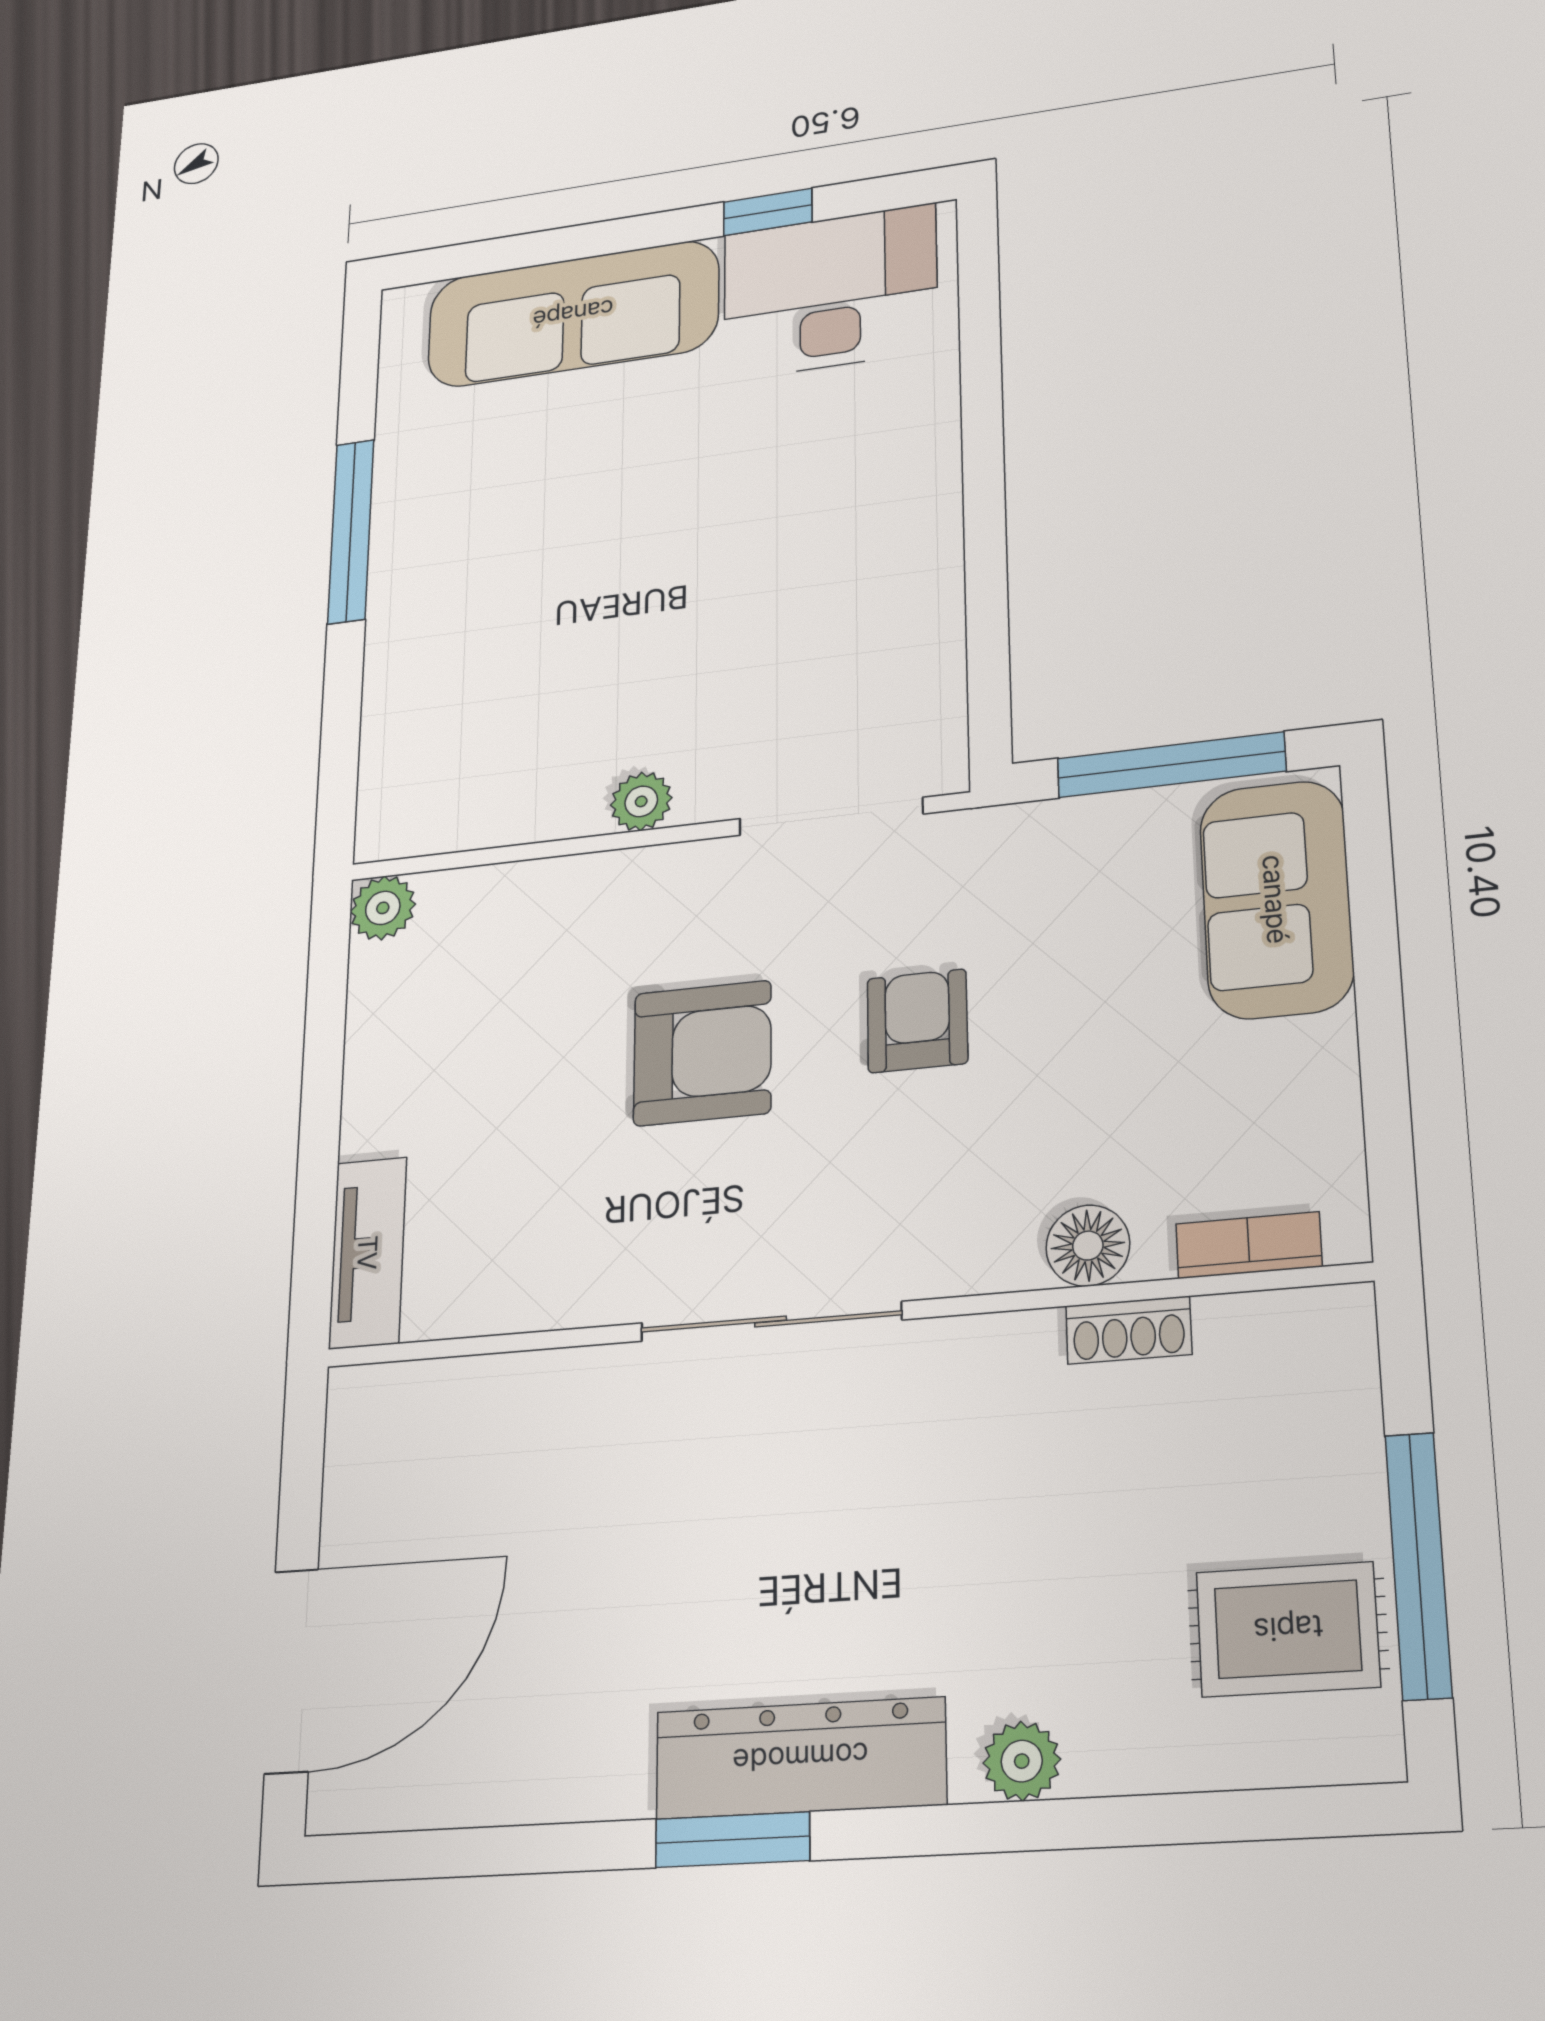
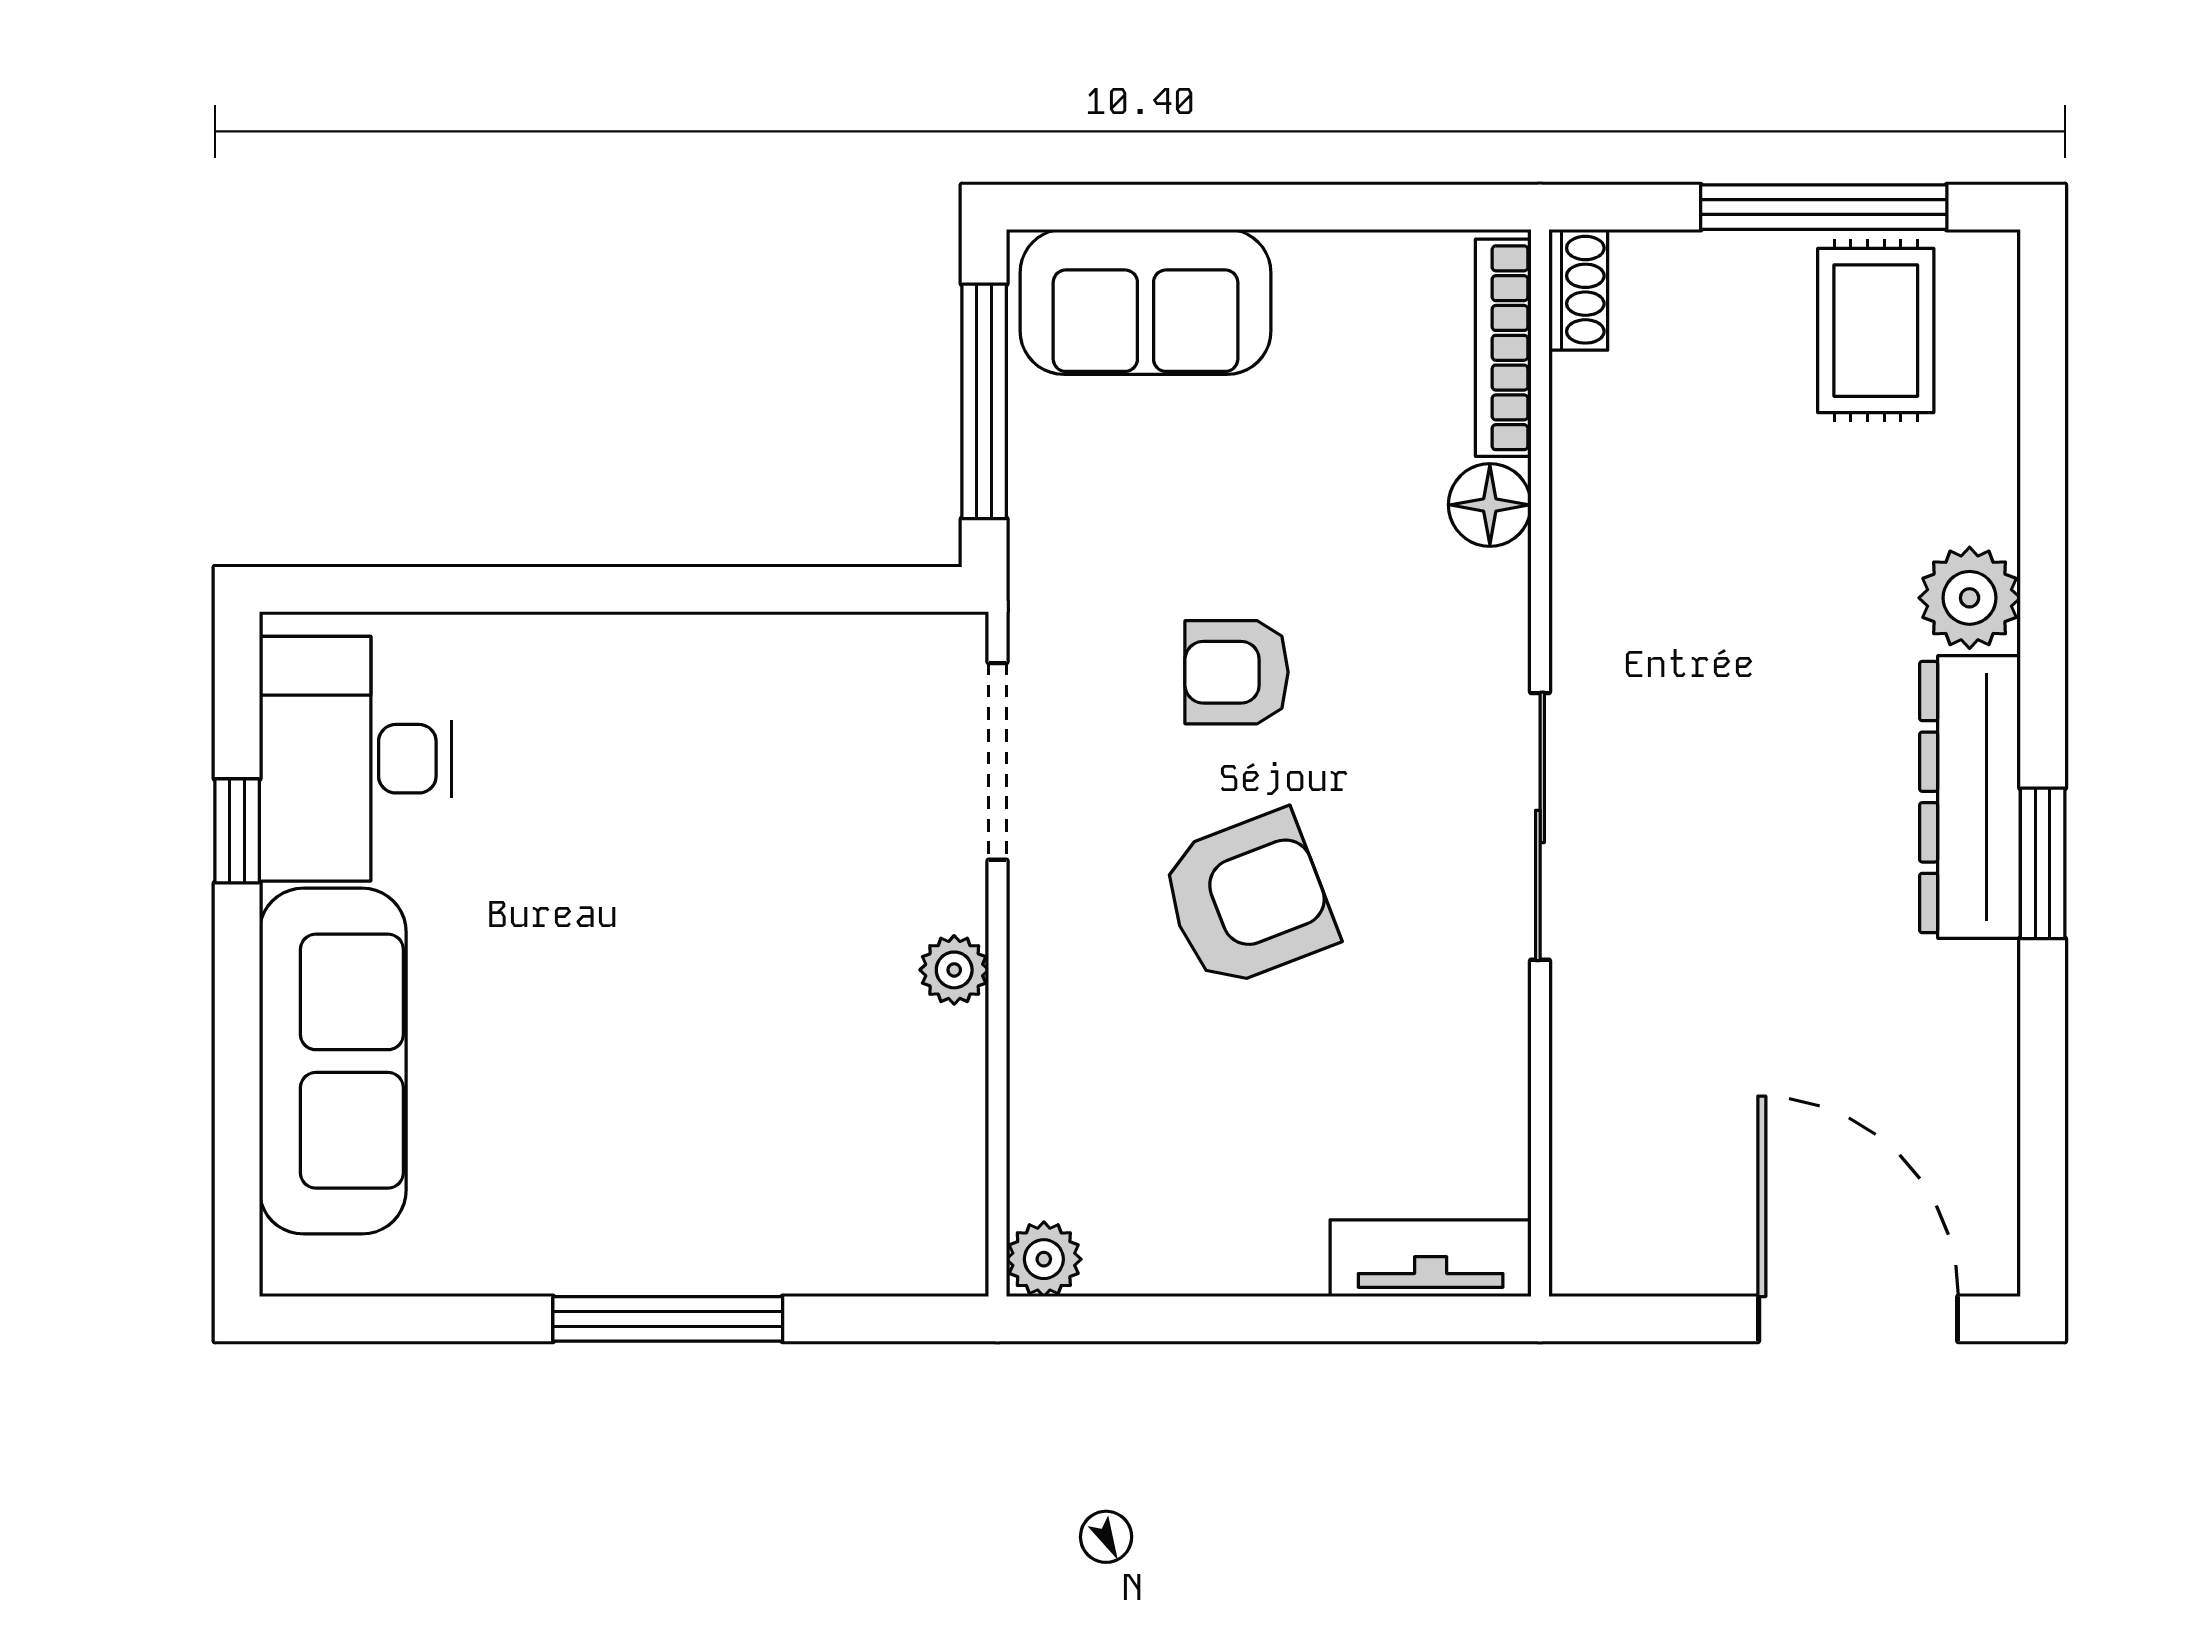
window: (351, 531) -> (668, 1319), moved
armchair: (702, 1053) -> (1248, 899), turned 69
bookcase: (1249, 1245) -> (1503, 348), width x1.56
shoe rack: (1129, 1330) -> (1578, 290), moved
plant: (1022, 1761) -> (1970, 598), width x1.38, depth x1.38

